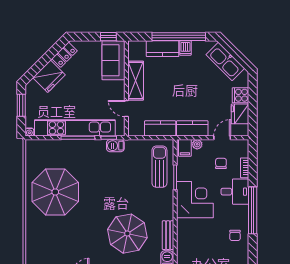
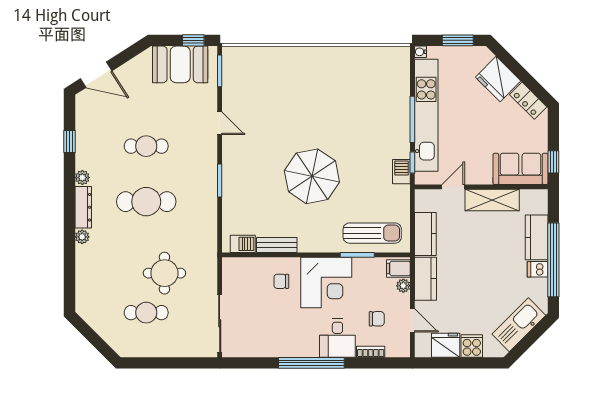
parasol: (55, 192) -> (337, 88), removed
parasol: (127, 234) -> (312, 176), moved
chair: (235, 235) -> (281, 281), moved

